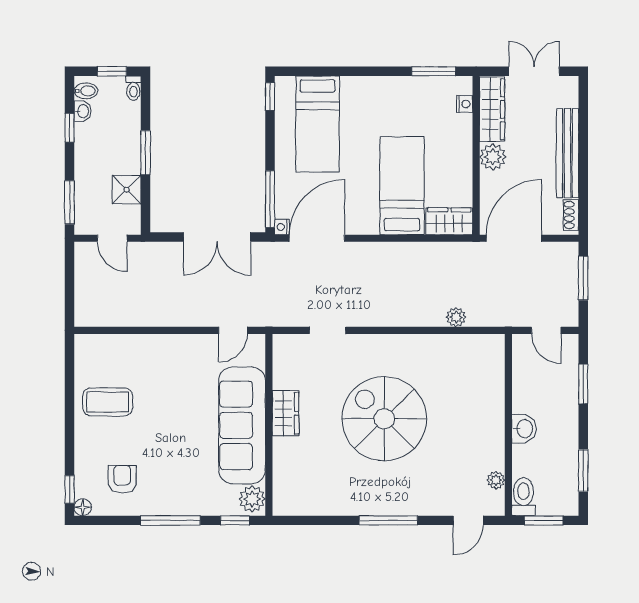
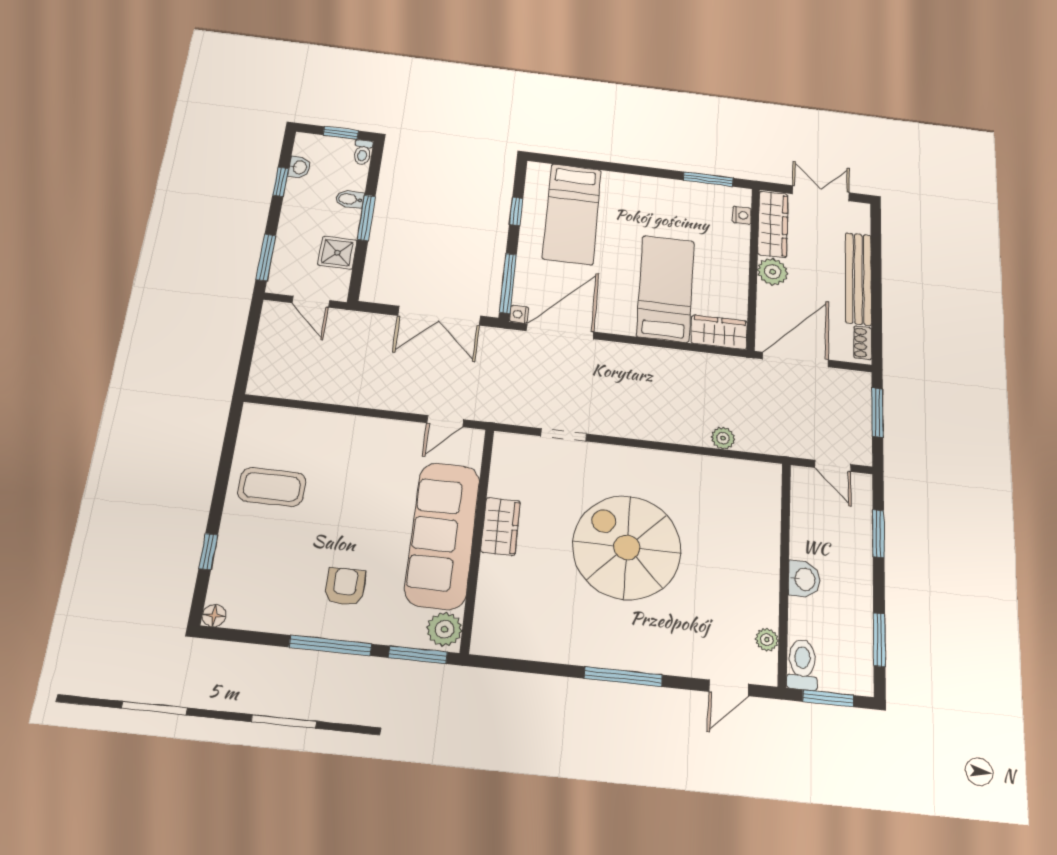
bidet: (86, 91) -> (350, 199), moved, turned 180
window: (270, 97) -> (516, 211), moved
armchair: (122, 479) -> (345, 587), moved
window: (70, 489) -> (208, 552), moved
window: (235, 520) -> (418, 655), width x1.50

